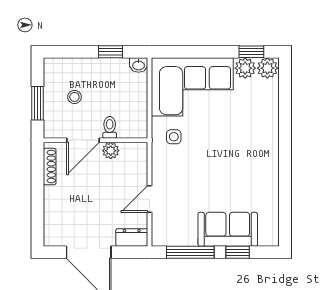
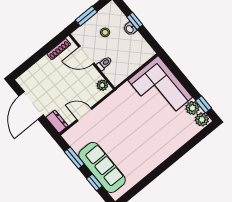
window: (110, 52) -> (135, 21), moved
washbasin: (139, 65) -> (130, 29), moved
side table: (174, 137) -> (127, 100), removed
plant: (111, 151) -> (102, 85), moved
sofa: (228, 229) -> (102, 167), width x1.36
window: (190, 252) -> (74, 158), width x0.69

